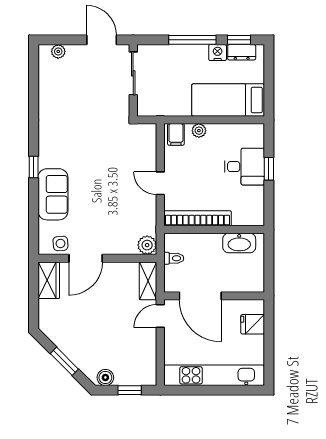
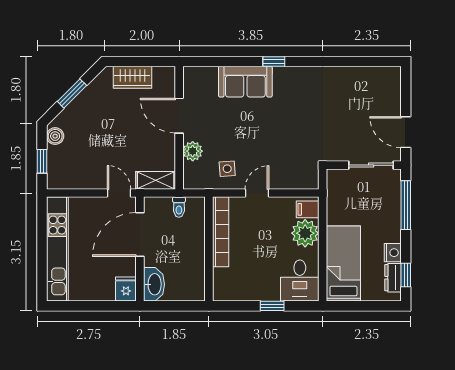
door: (102, 40) -> (406, 132), swing flipped
window: (192, 40) -> (406, 205), moved
plant: (58, 51) -> (394, 87), removed
plant: (199, 131) -> (305, 233), width x1.87, depth x1.87
desk: (244, 167) -> (300, 281), moved
side table: (60, 243) -> (227, 169), moved
washbasin: (239, 243) -> (154, 284), moved, turned 180
plant: (147, 245) -> (193, 151), moved
wardrobe: (49, 280) -> (132, 77), moved
fridge: (253, 324) -> (126, 289), moved

